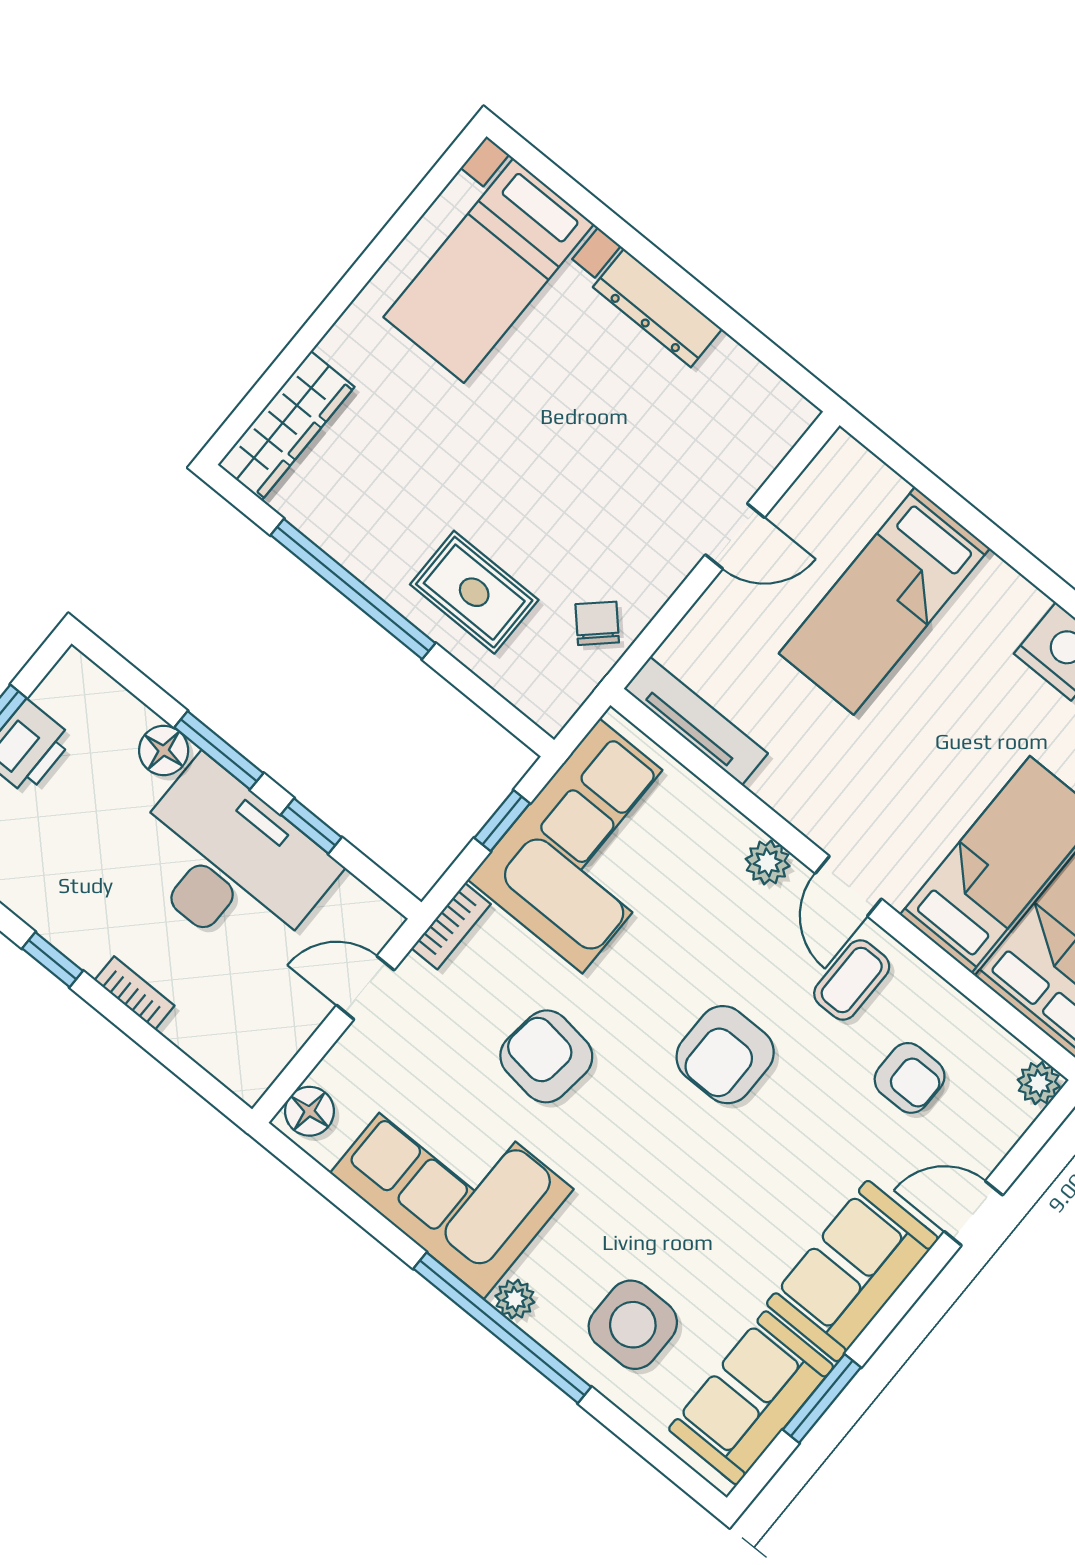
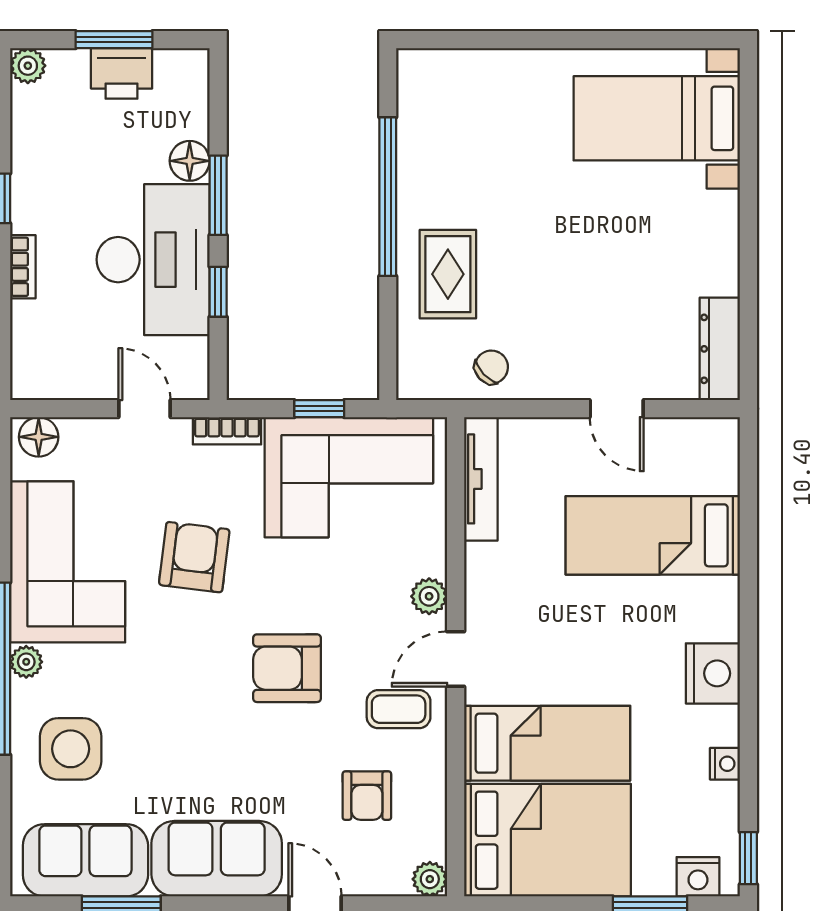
dresser: (657, 308) -> (720, 349), moved
wardrobe: (286, 426) -> (456, 71), removed

